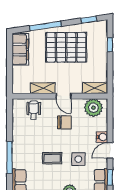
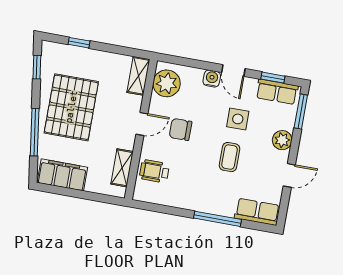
shelving: (43, 88) -> (122, 168), moved
chair: (65, 122) -> (180, 129), turned -90

